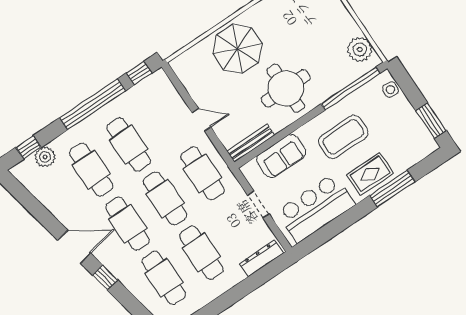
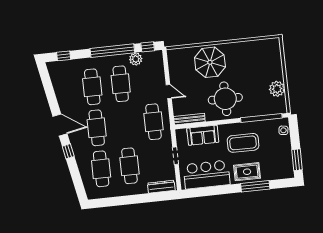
plant: (360, 49) -> (277, 89), moved
plant: (45, 157) -> (136, 59), moved
cafe table: (165, 198) -> (125, 125), removed

